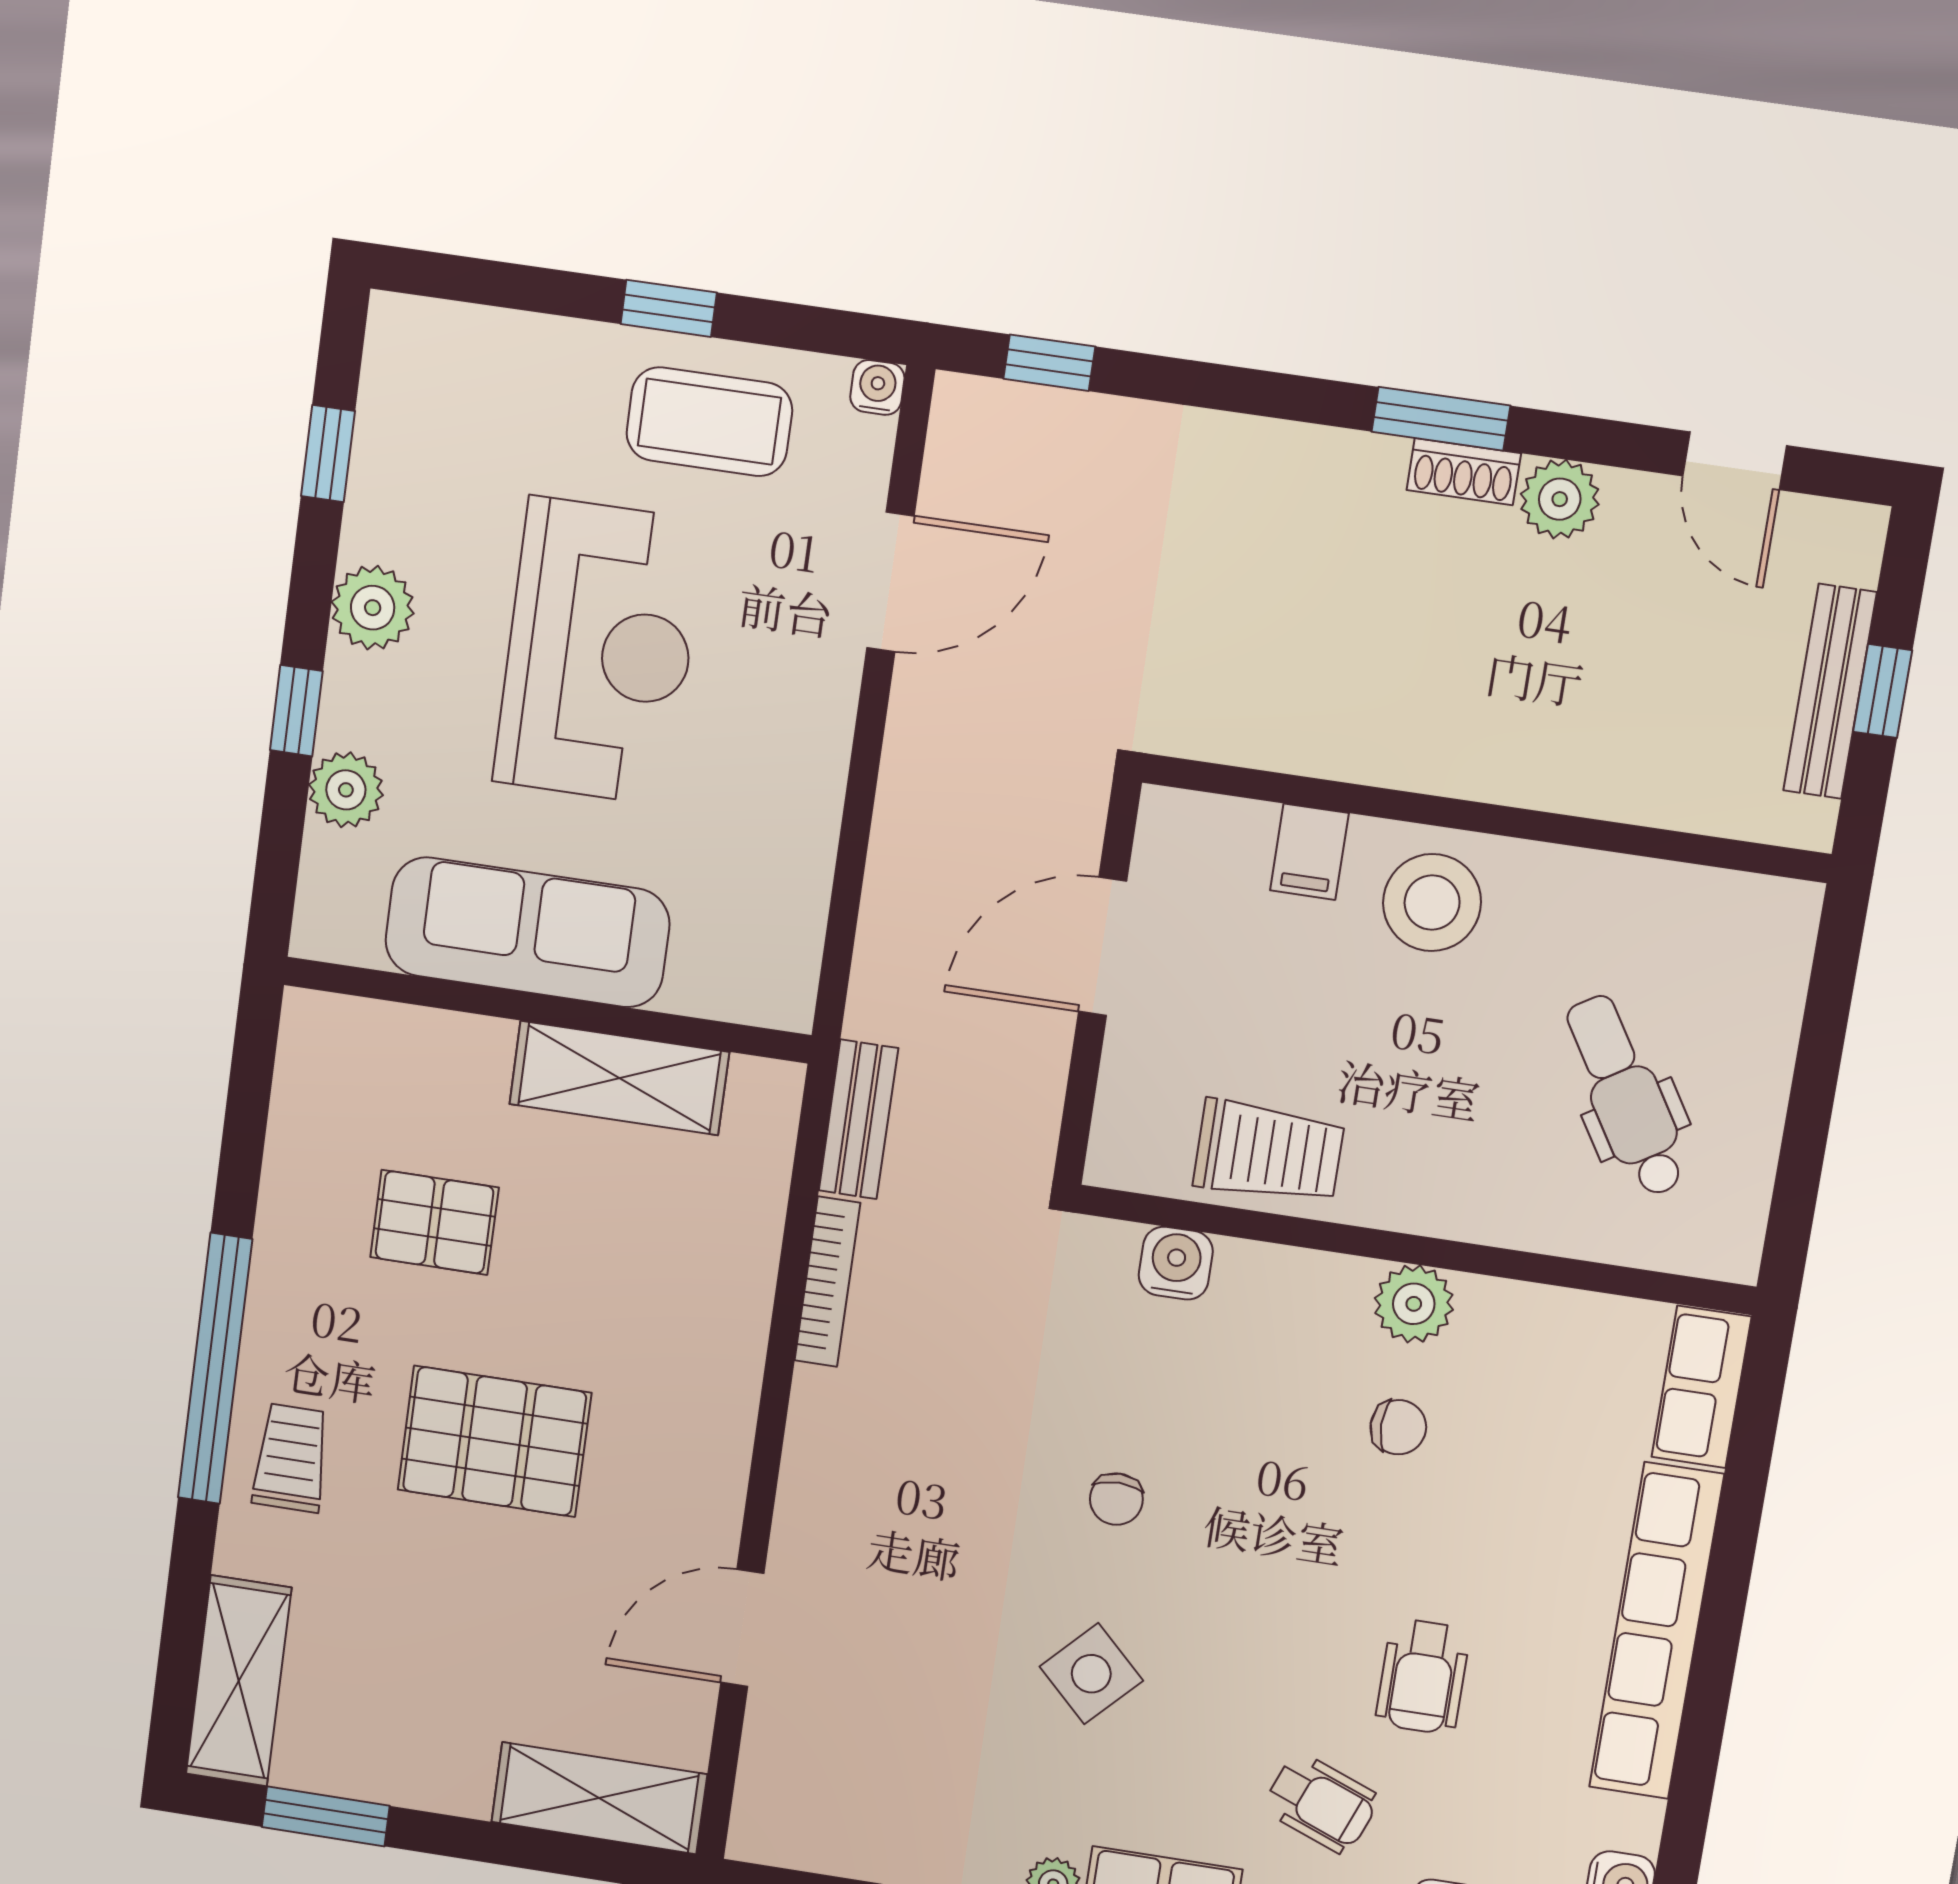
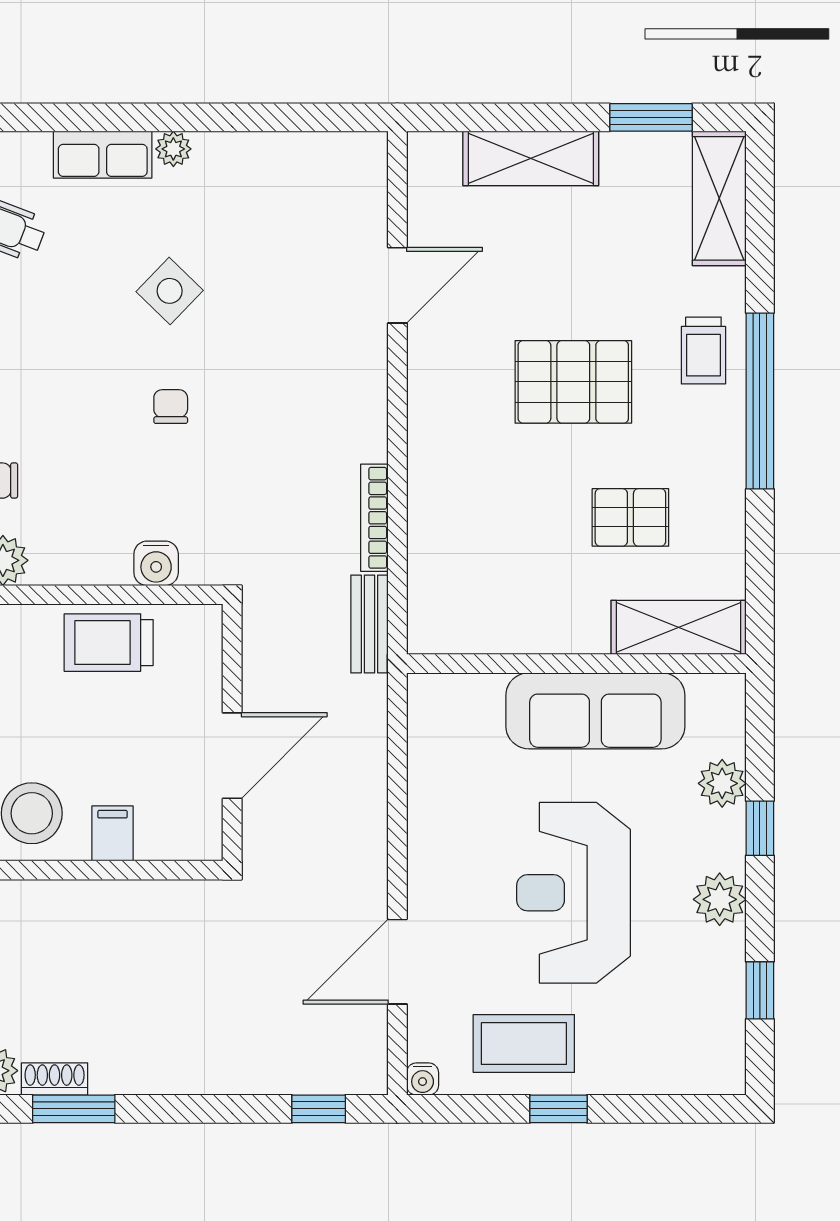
shelving: (619, 1078) -> (679, 627), moved
shelving: (599, 1798) -> (531, 158), moved

